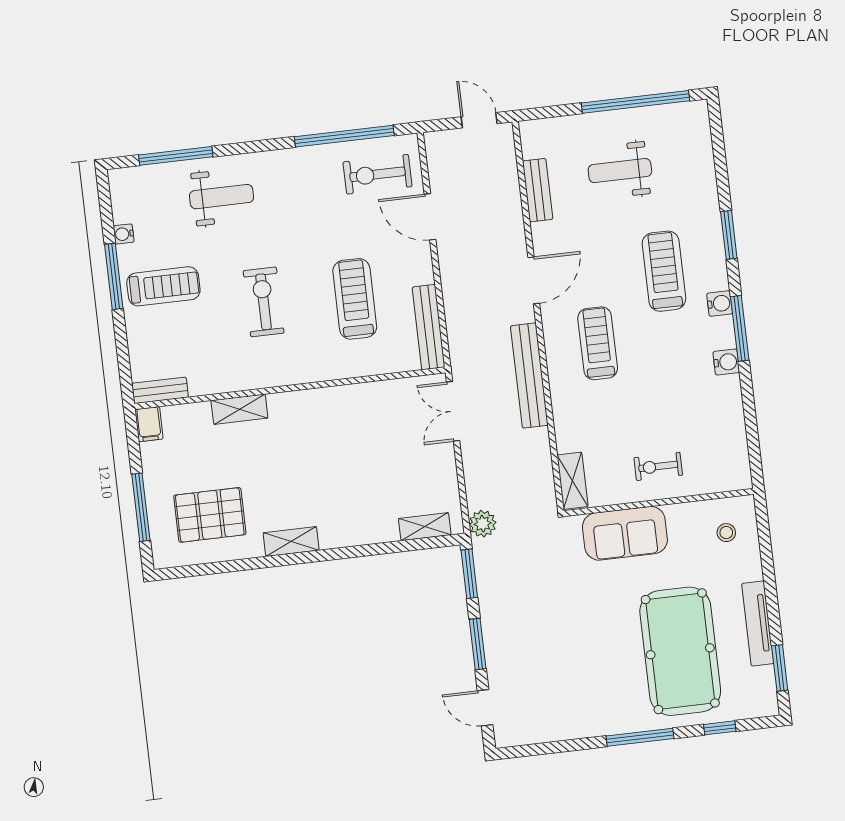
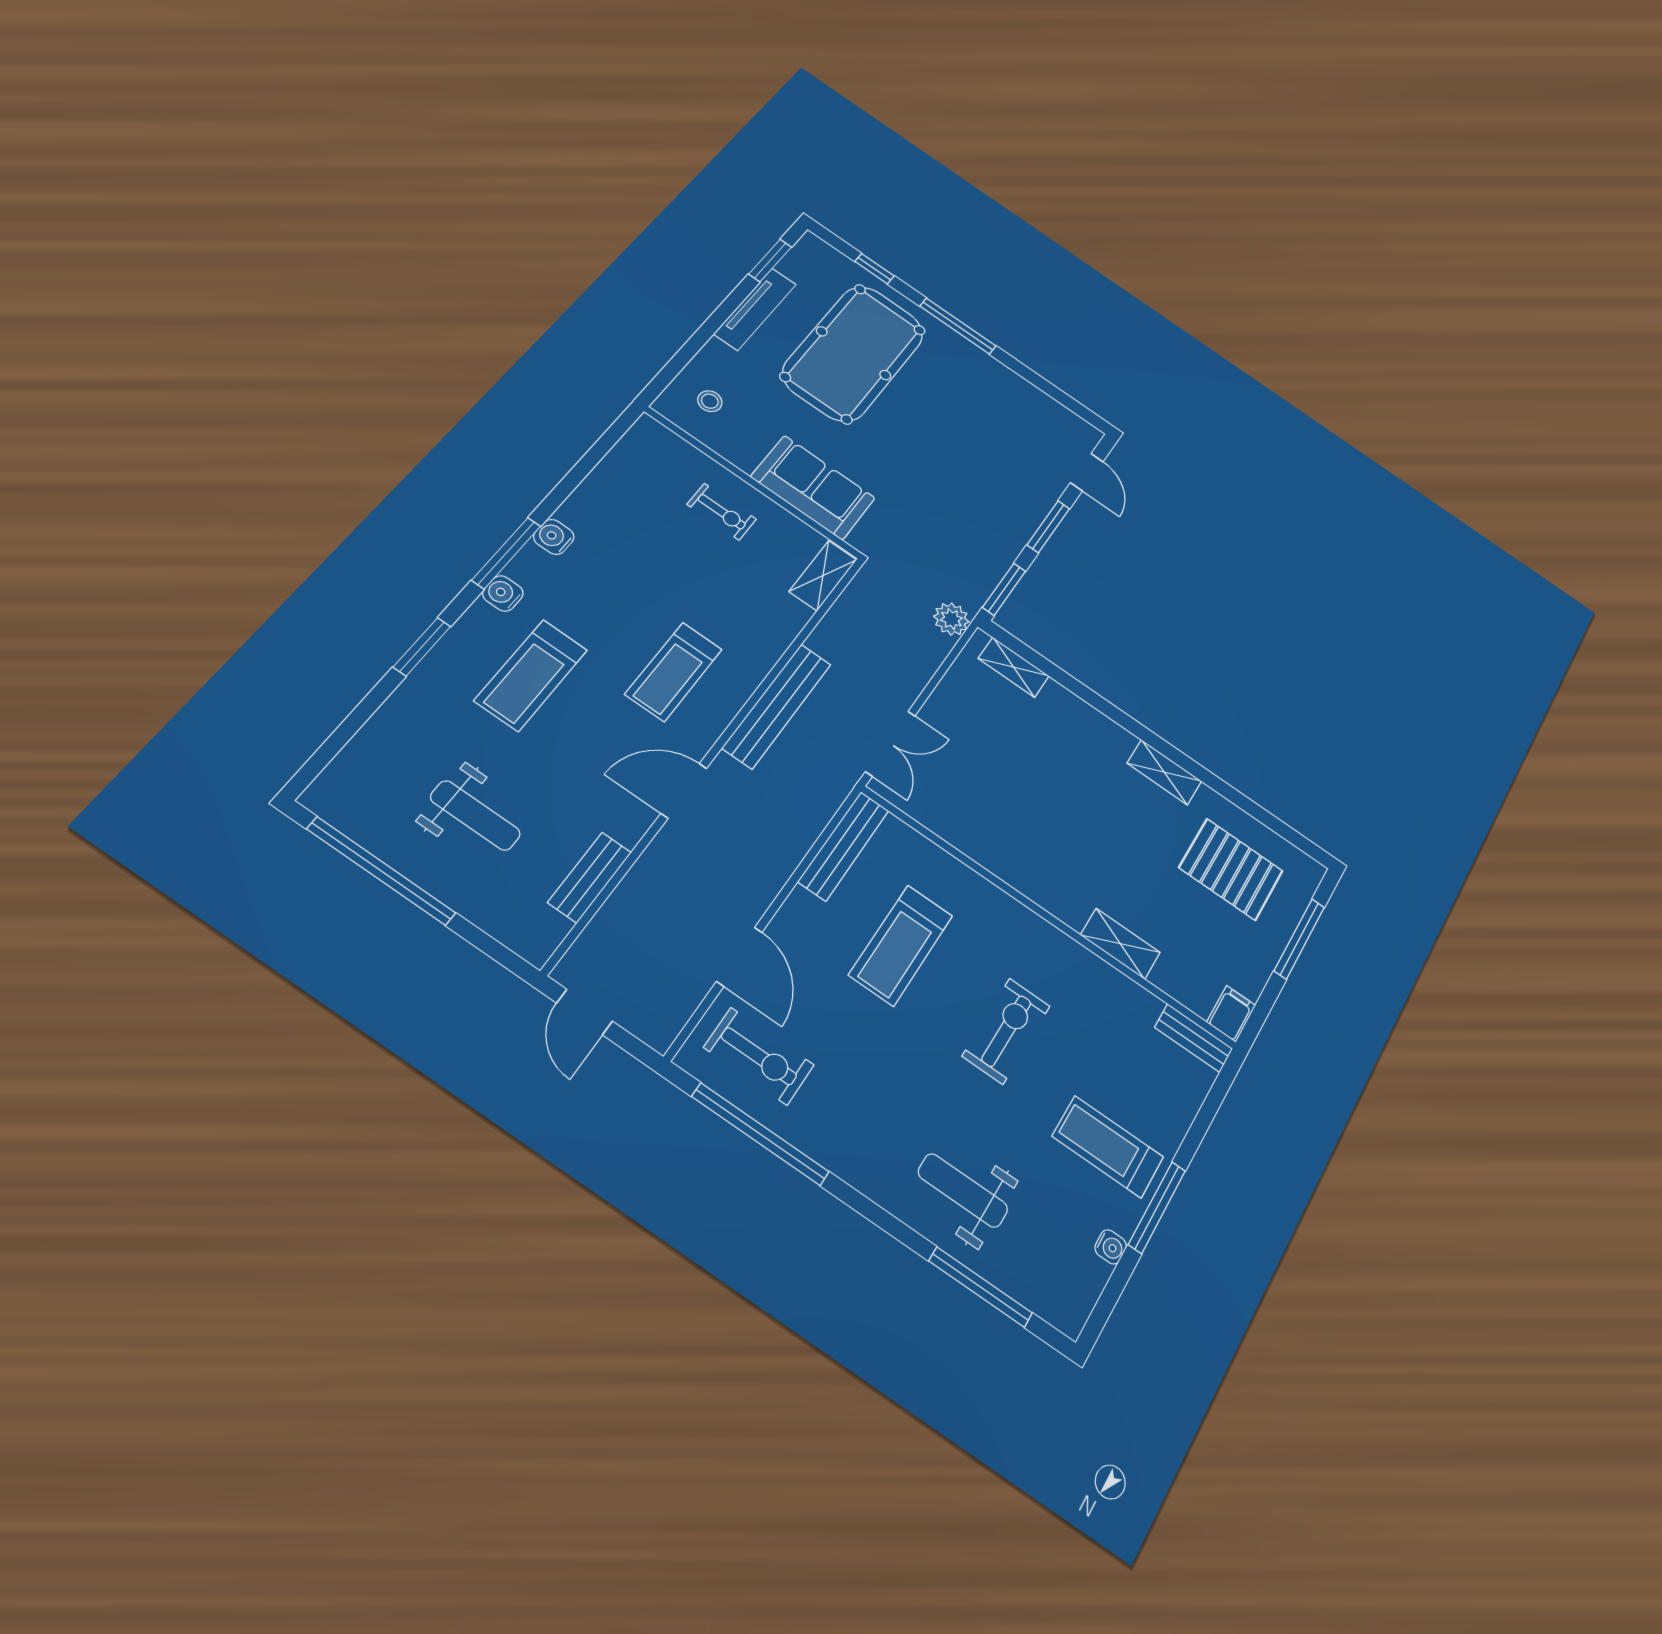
exercise bike: (264, 302) -> (1006, 1031), turned 180

